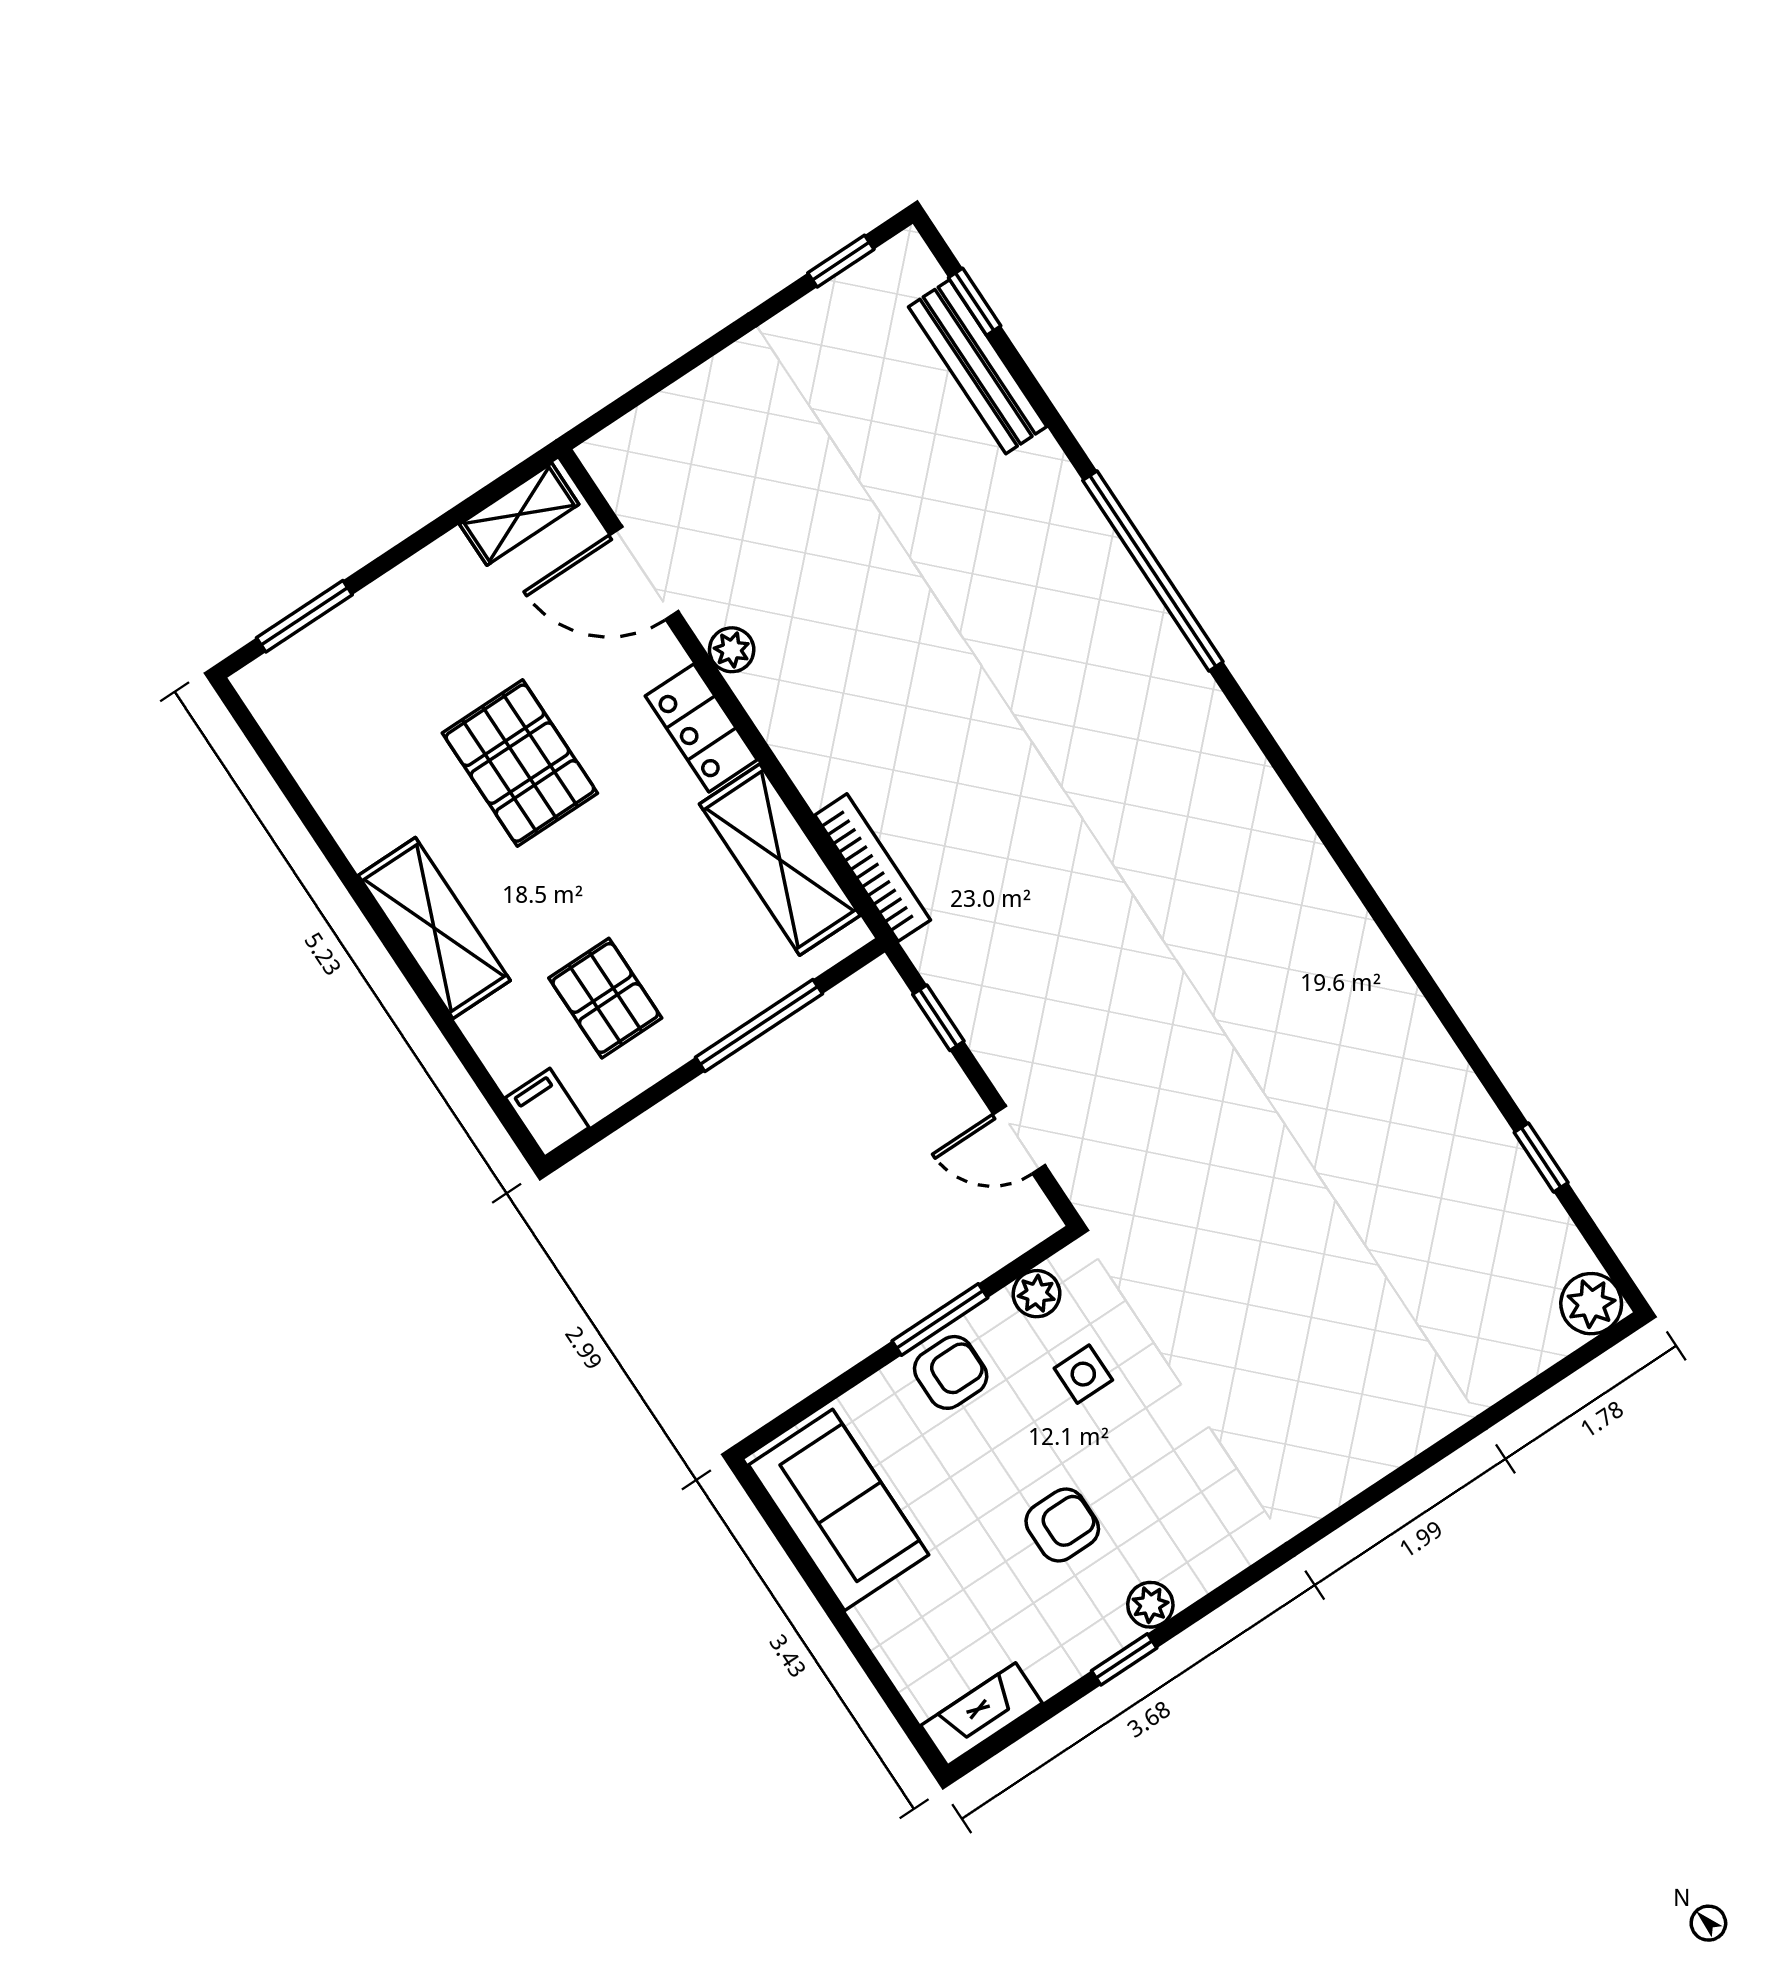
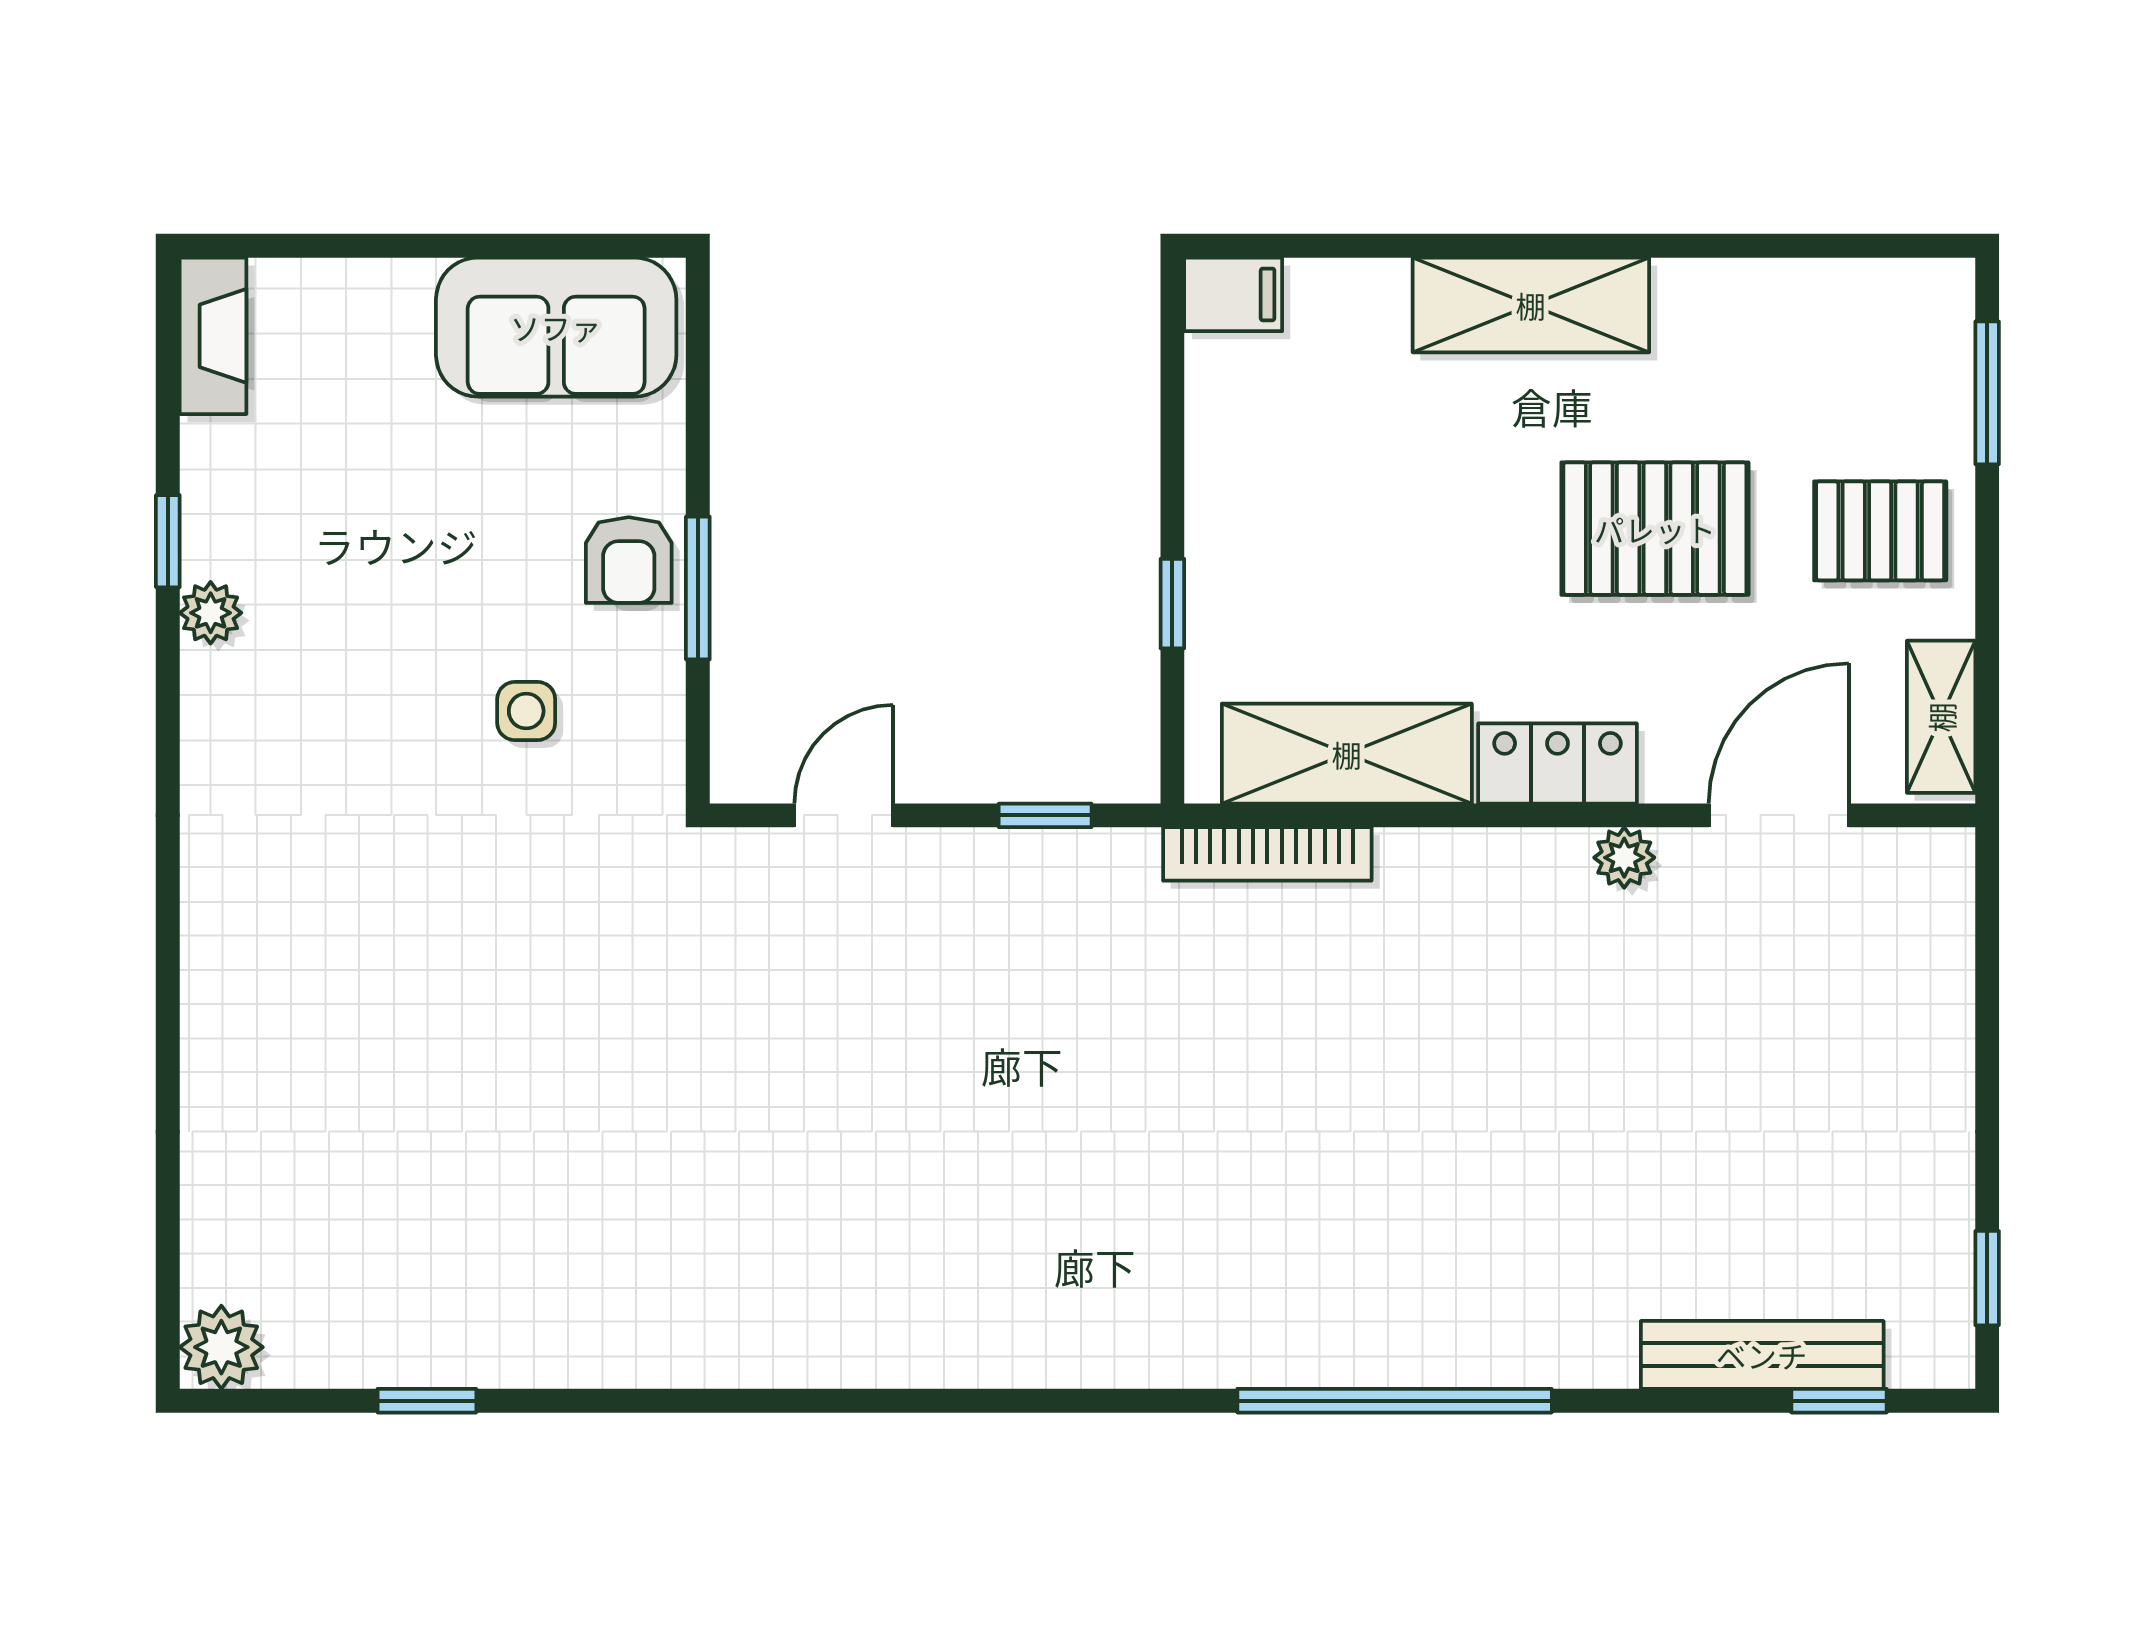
pallet: (605, 998) -> (1880, 531), moved
window: (759, 1025) -> (1172, 604), width x0.46
plant: (1036, 1294) -> (654, 718), removed
armchair: (1062, 1525) -> (369, 572), removed

